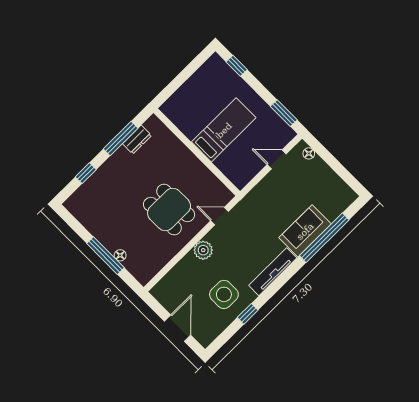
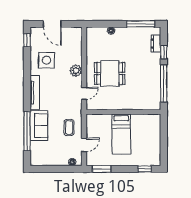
window: (121, 139) -> (164, 83), width x1.46
dresser: (137, 140) -> (156, 44), moved
coffee table: (274, 195) -> (69, 128), added
window: (105, 256) -> (141, 24), moved
window: (248, 314) -> (27, 40), moved

